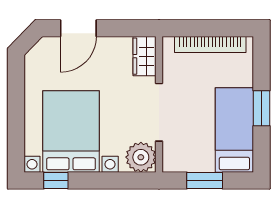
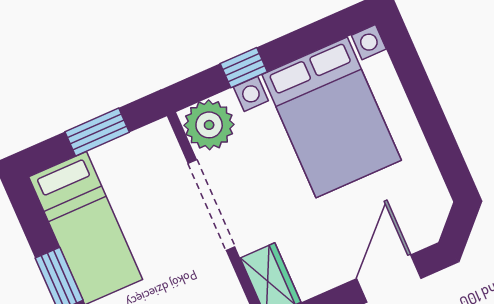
window: (56, 181) -> (244, 68), moved

